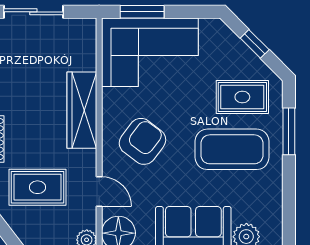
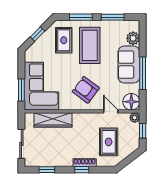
wardrobe: (82, 110) -> (53, 120), moved
door: (99, 191) -> (111, 111), hinge flipped
window: (289, 195) -> (113, 17), added

